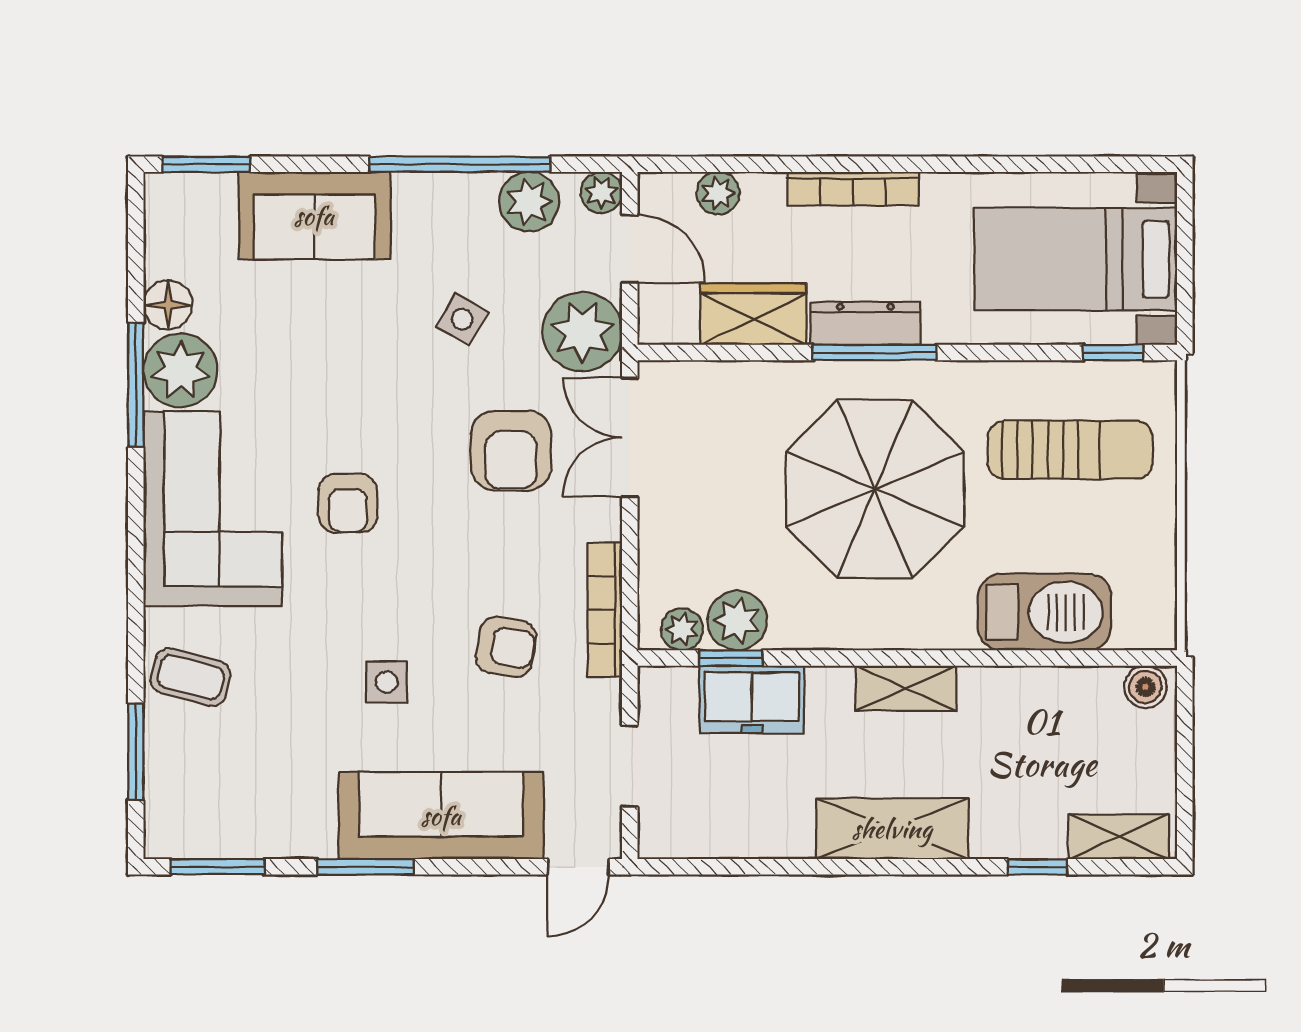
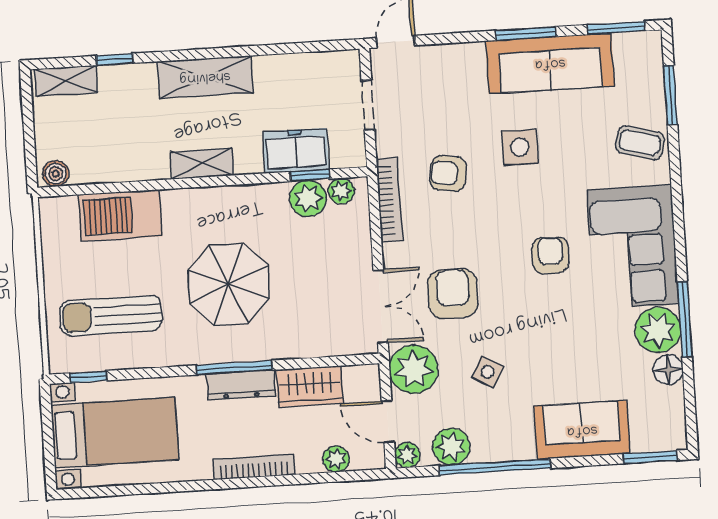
parasol: (875, 489) -> (229, 284), width x0.73, depth x0.73
side table: (387, 682) -> (520, 147), width x1.37, depth x1.37
sofa: (441, 816) -> (550, 63), moved

